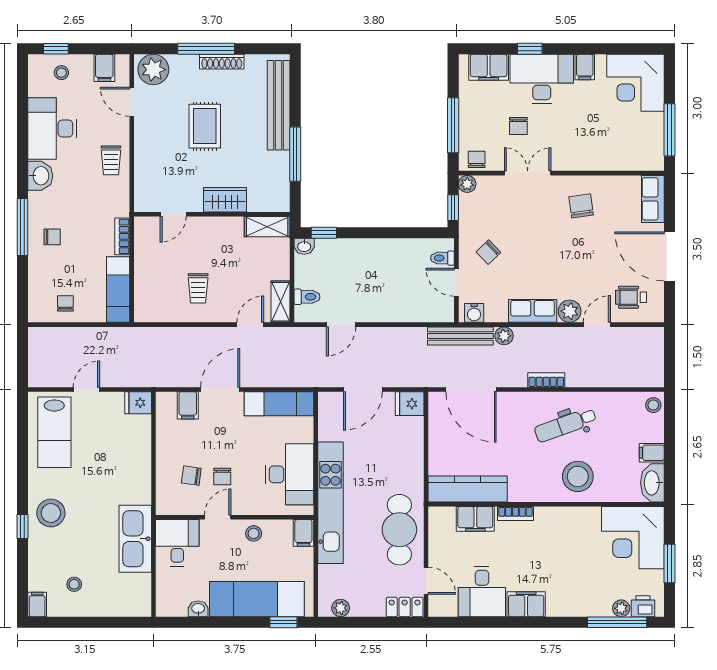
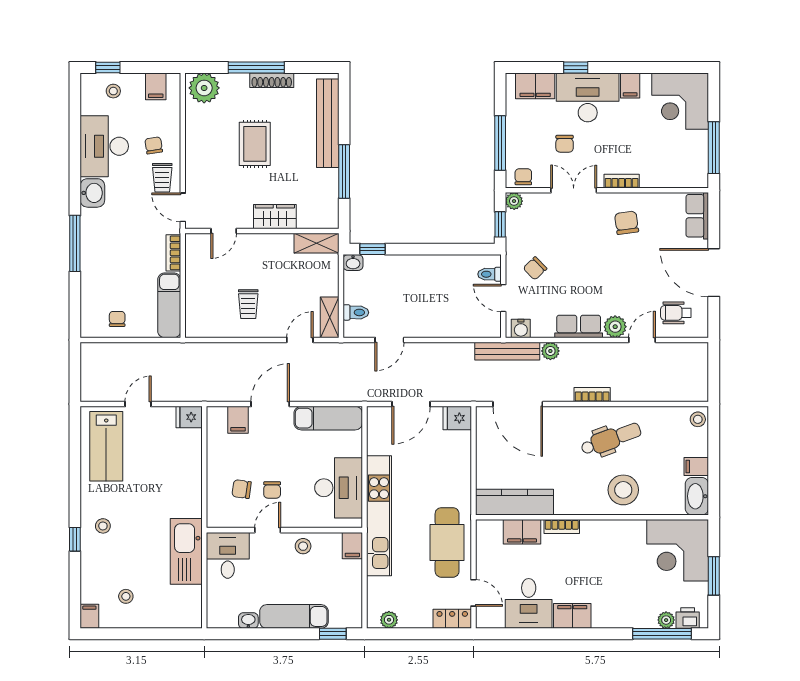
door: (132, 102) -> (183, 207), moved
bookcase: (576, 164) -> (622, 181), added
chair: (52, 237) -> (154, 145), moved, turned -99
dental chair: (565, 425) -> (611, 439), turned 180
stool: (51, 513) -> (103, 526), width x0.53, depth x0.53
exam couch: (257, 599) -> (294, 616), width x0.73, depth x0.69

